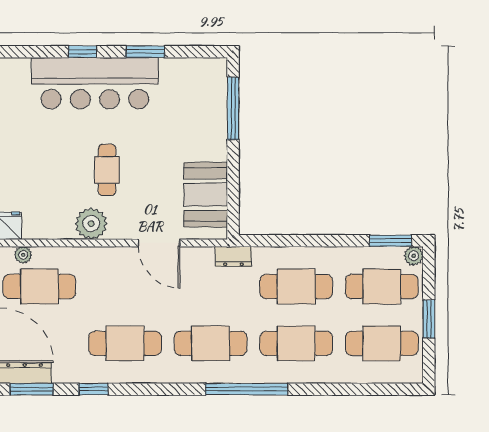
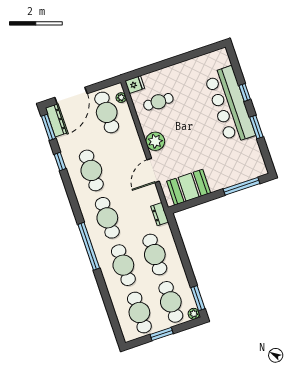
cafe table: (107, 170) -> (158, 102), moved
plant: (91, 224) -> (155, 141), moved

